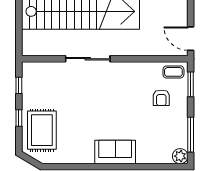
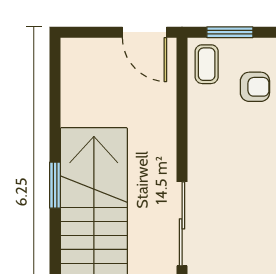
door: (191, 39) -> (144, 32), hinge flipped

